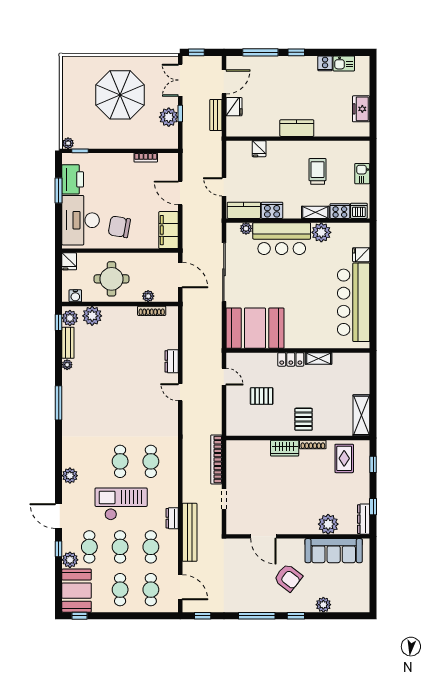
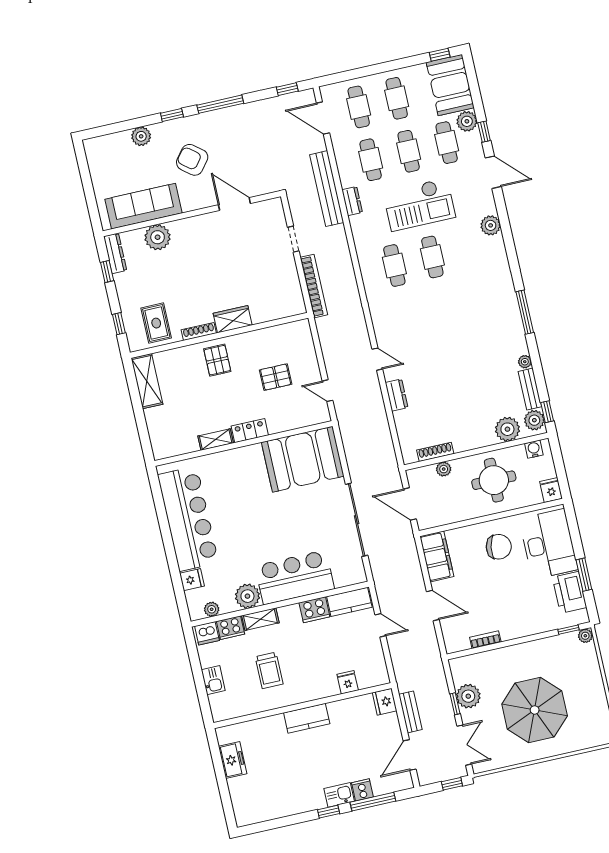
cooker: (325, 63) -> (362, 790), moved
kitchen sink: (344, 63) -> (339, 795), moved
fridge: (234, 107) -> (385, 702), moved
plant: (246, 228) -> (212, 609), moved

